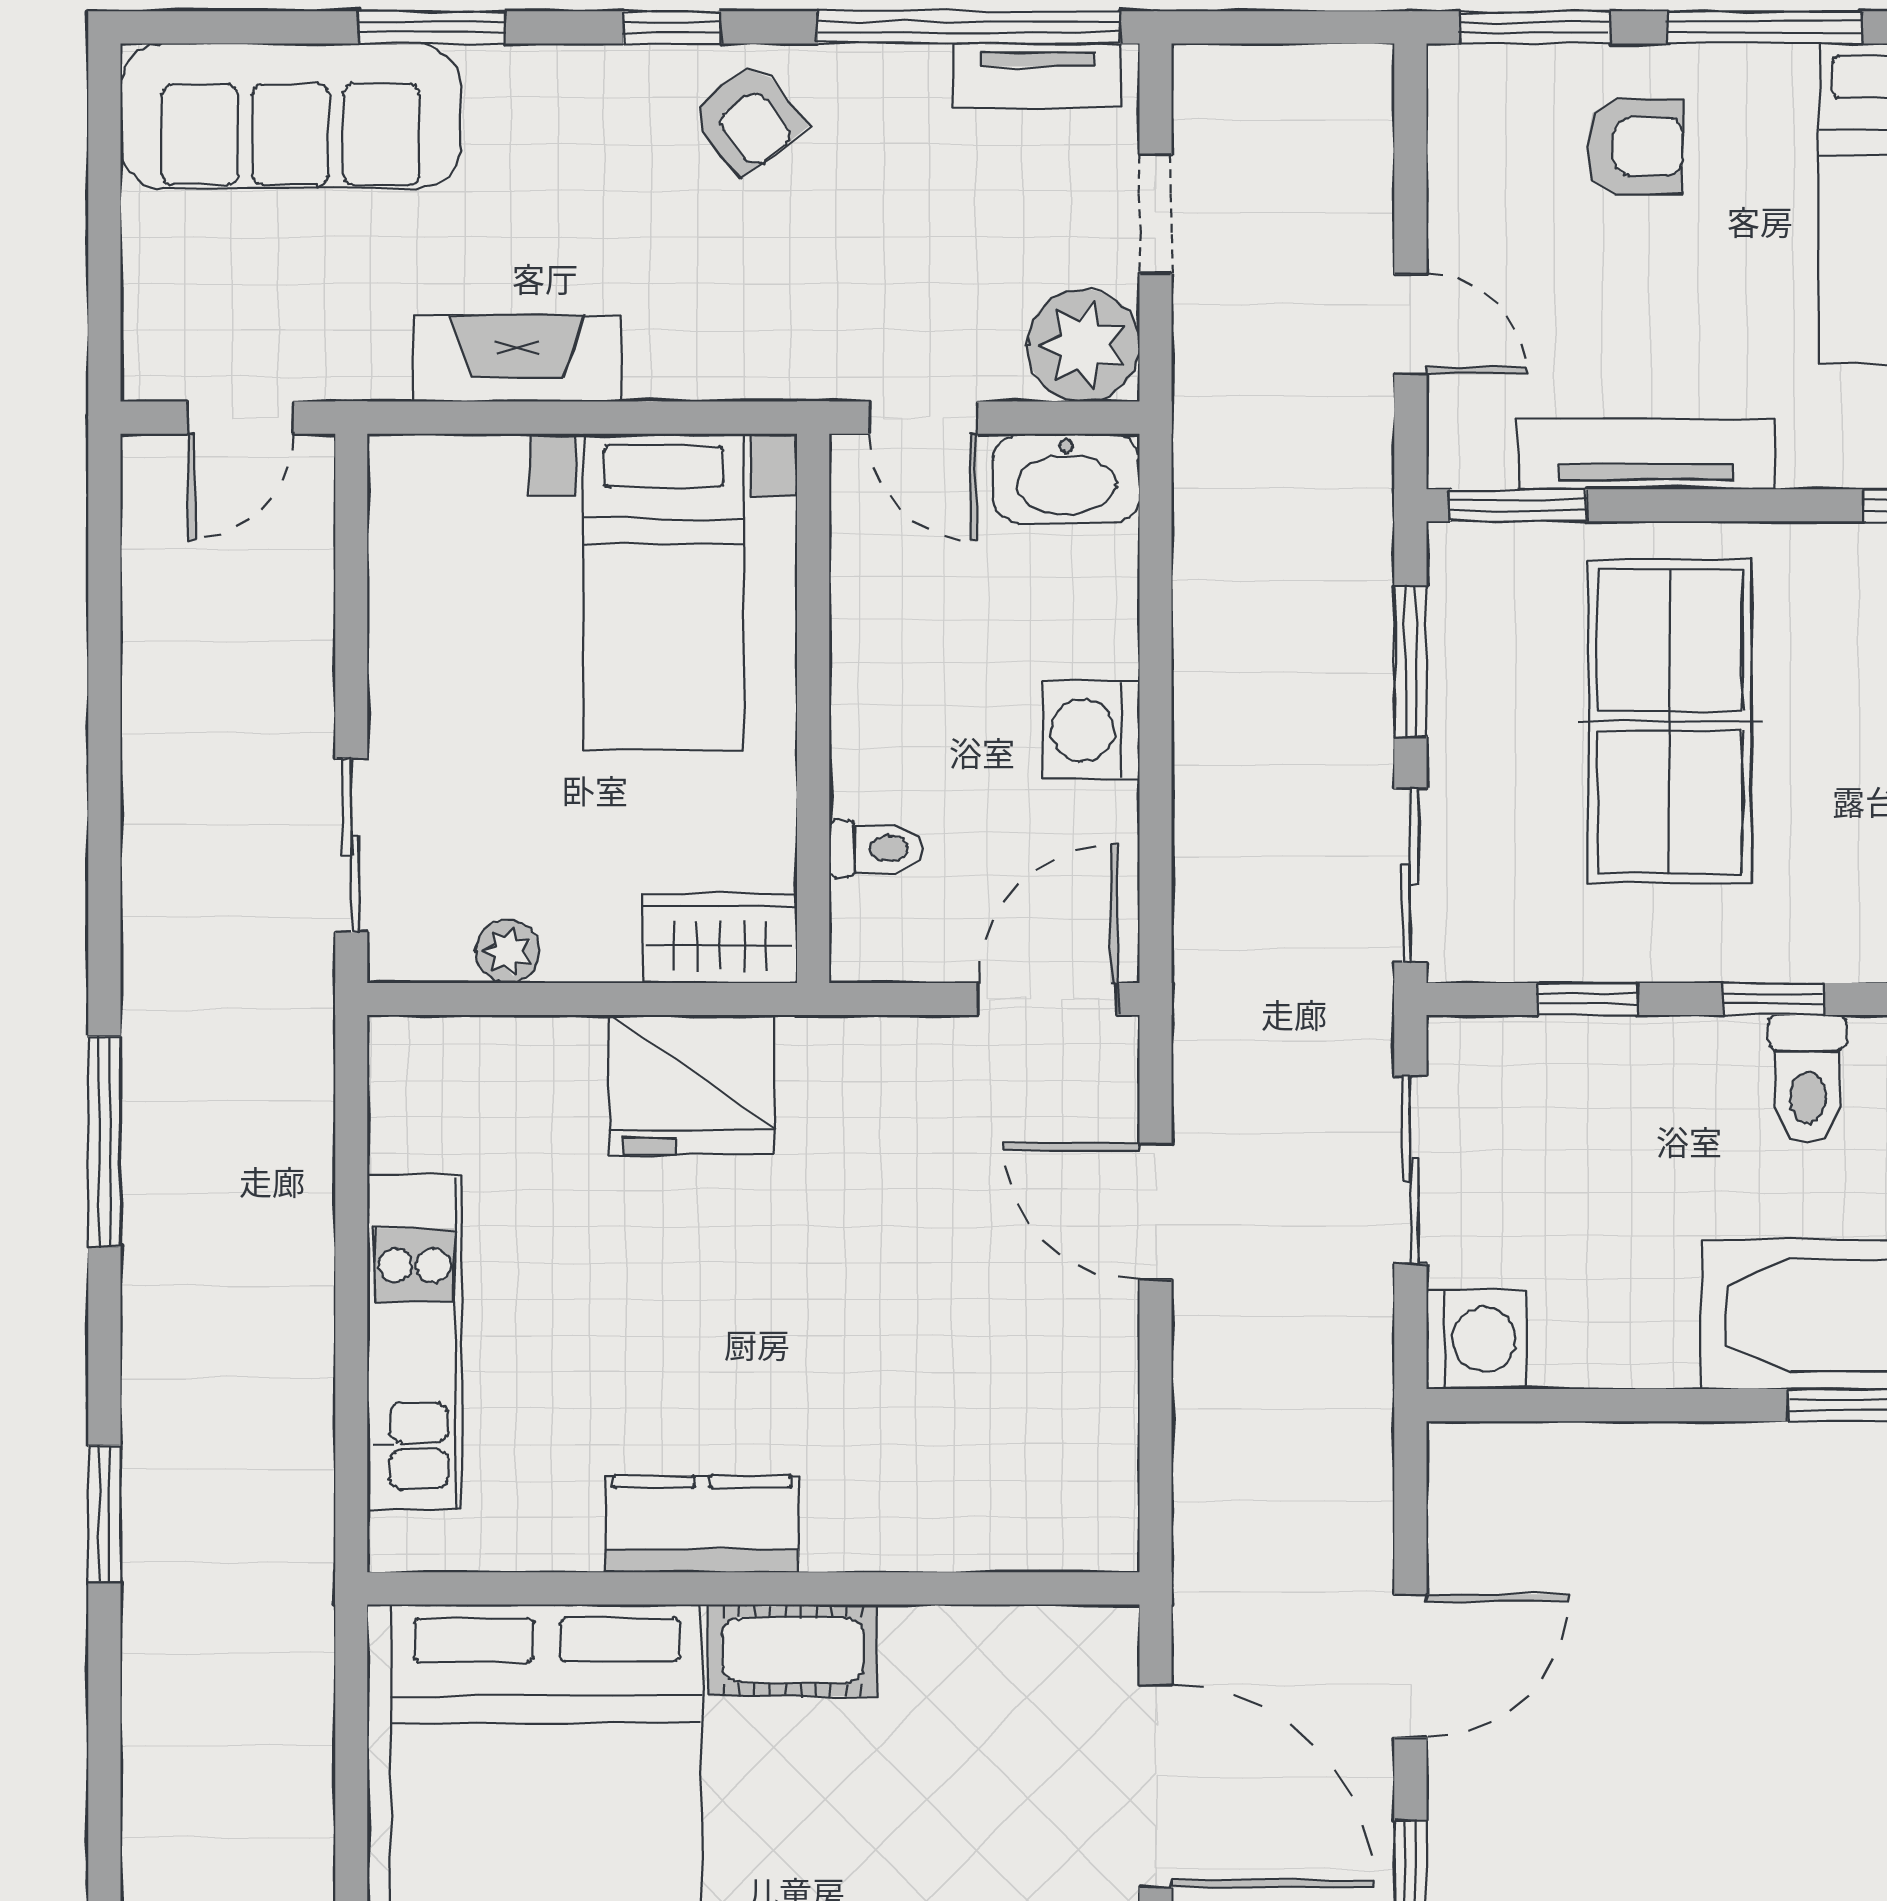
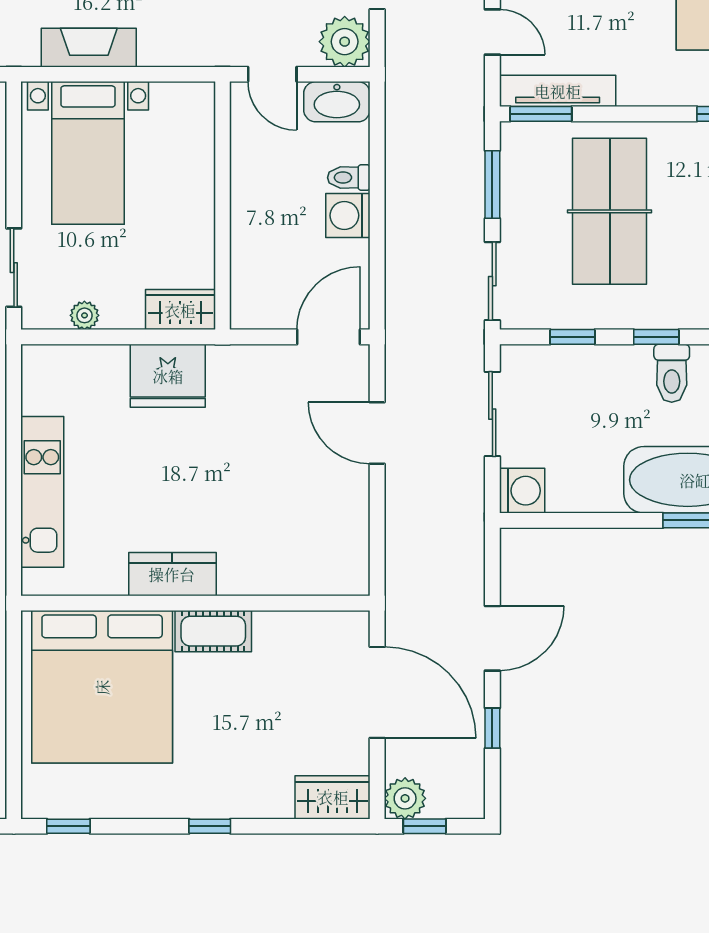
tv unit: (1646, 455) -> (558, 91), moved
bed with nightstands: (664, 592) -> (88, 153), moved
toilet: (876, 849) -> (349, 178), moved, turned 180

